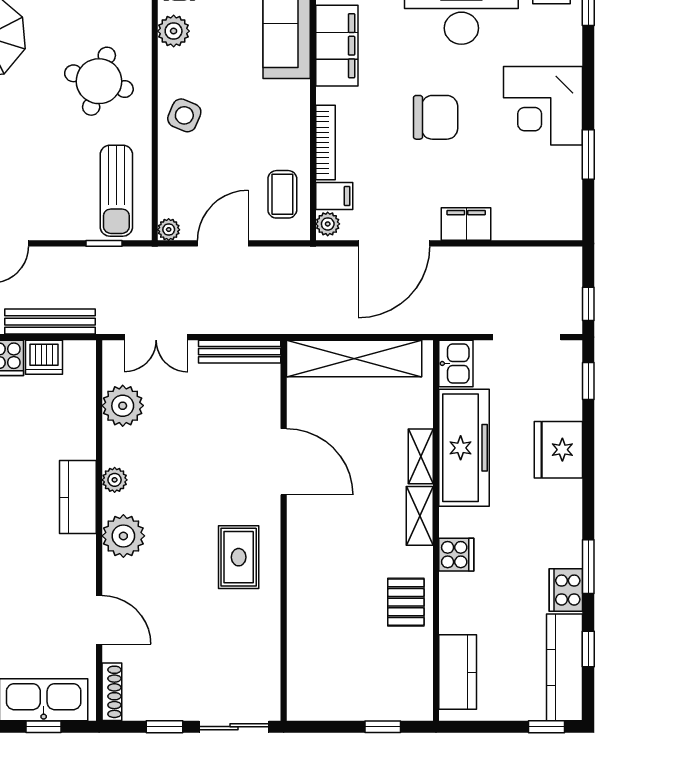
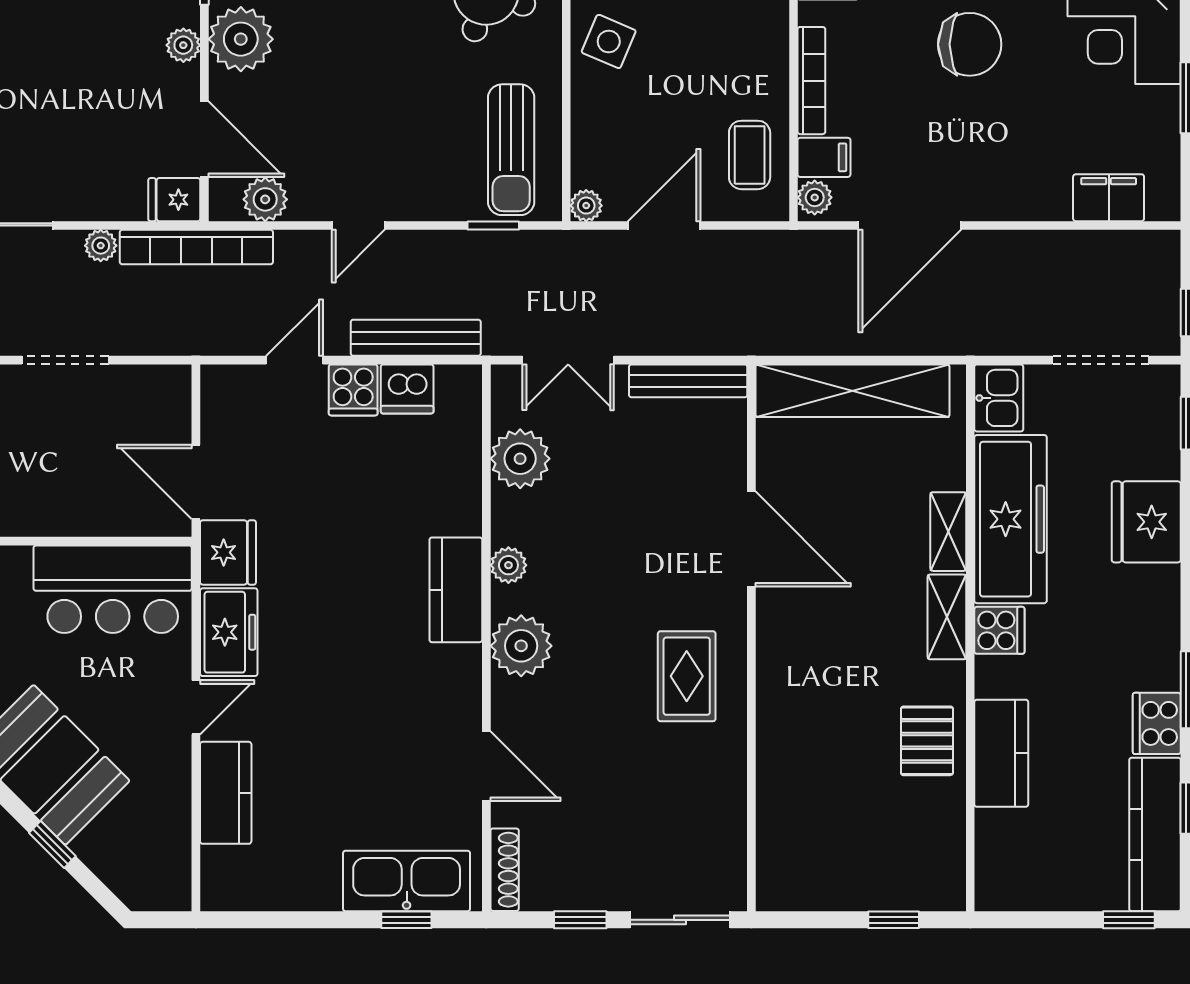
filing cabinet: (466, 224) -> (1109, 198), moved
cooker: (456, 555) -> (999, 630), moved
kitchen counter: (458, 672) -> (1001, 753), moved

